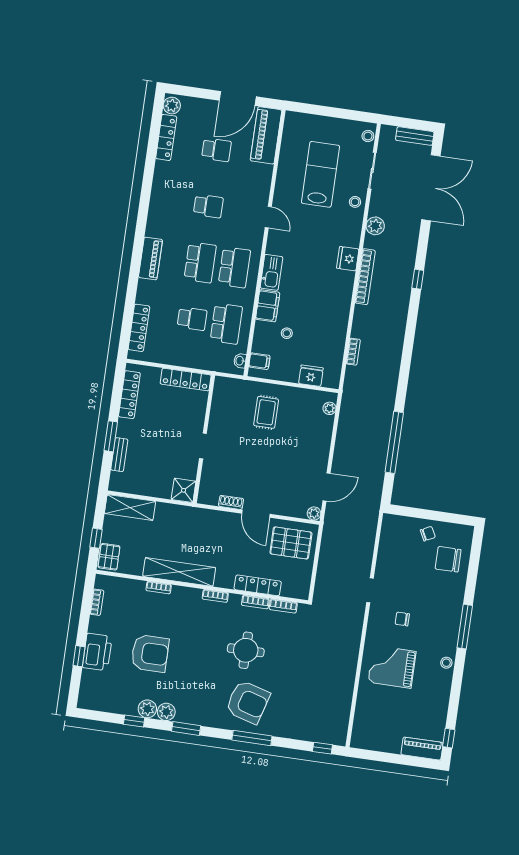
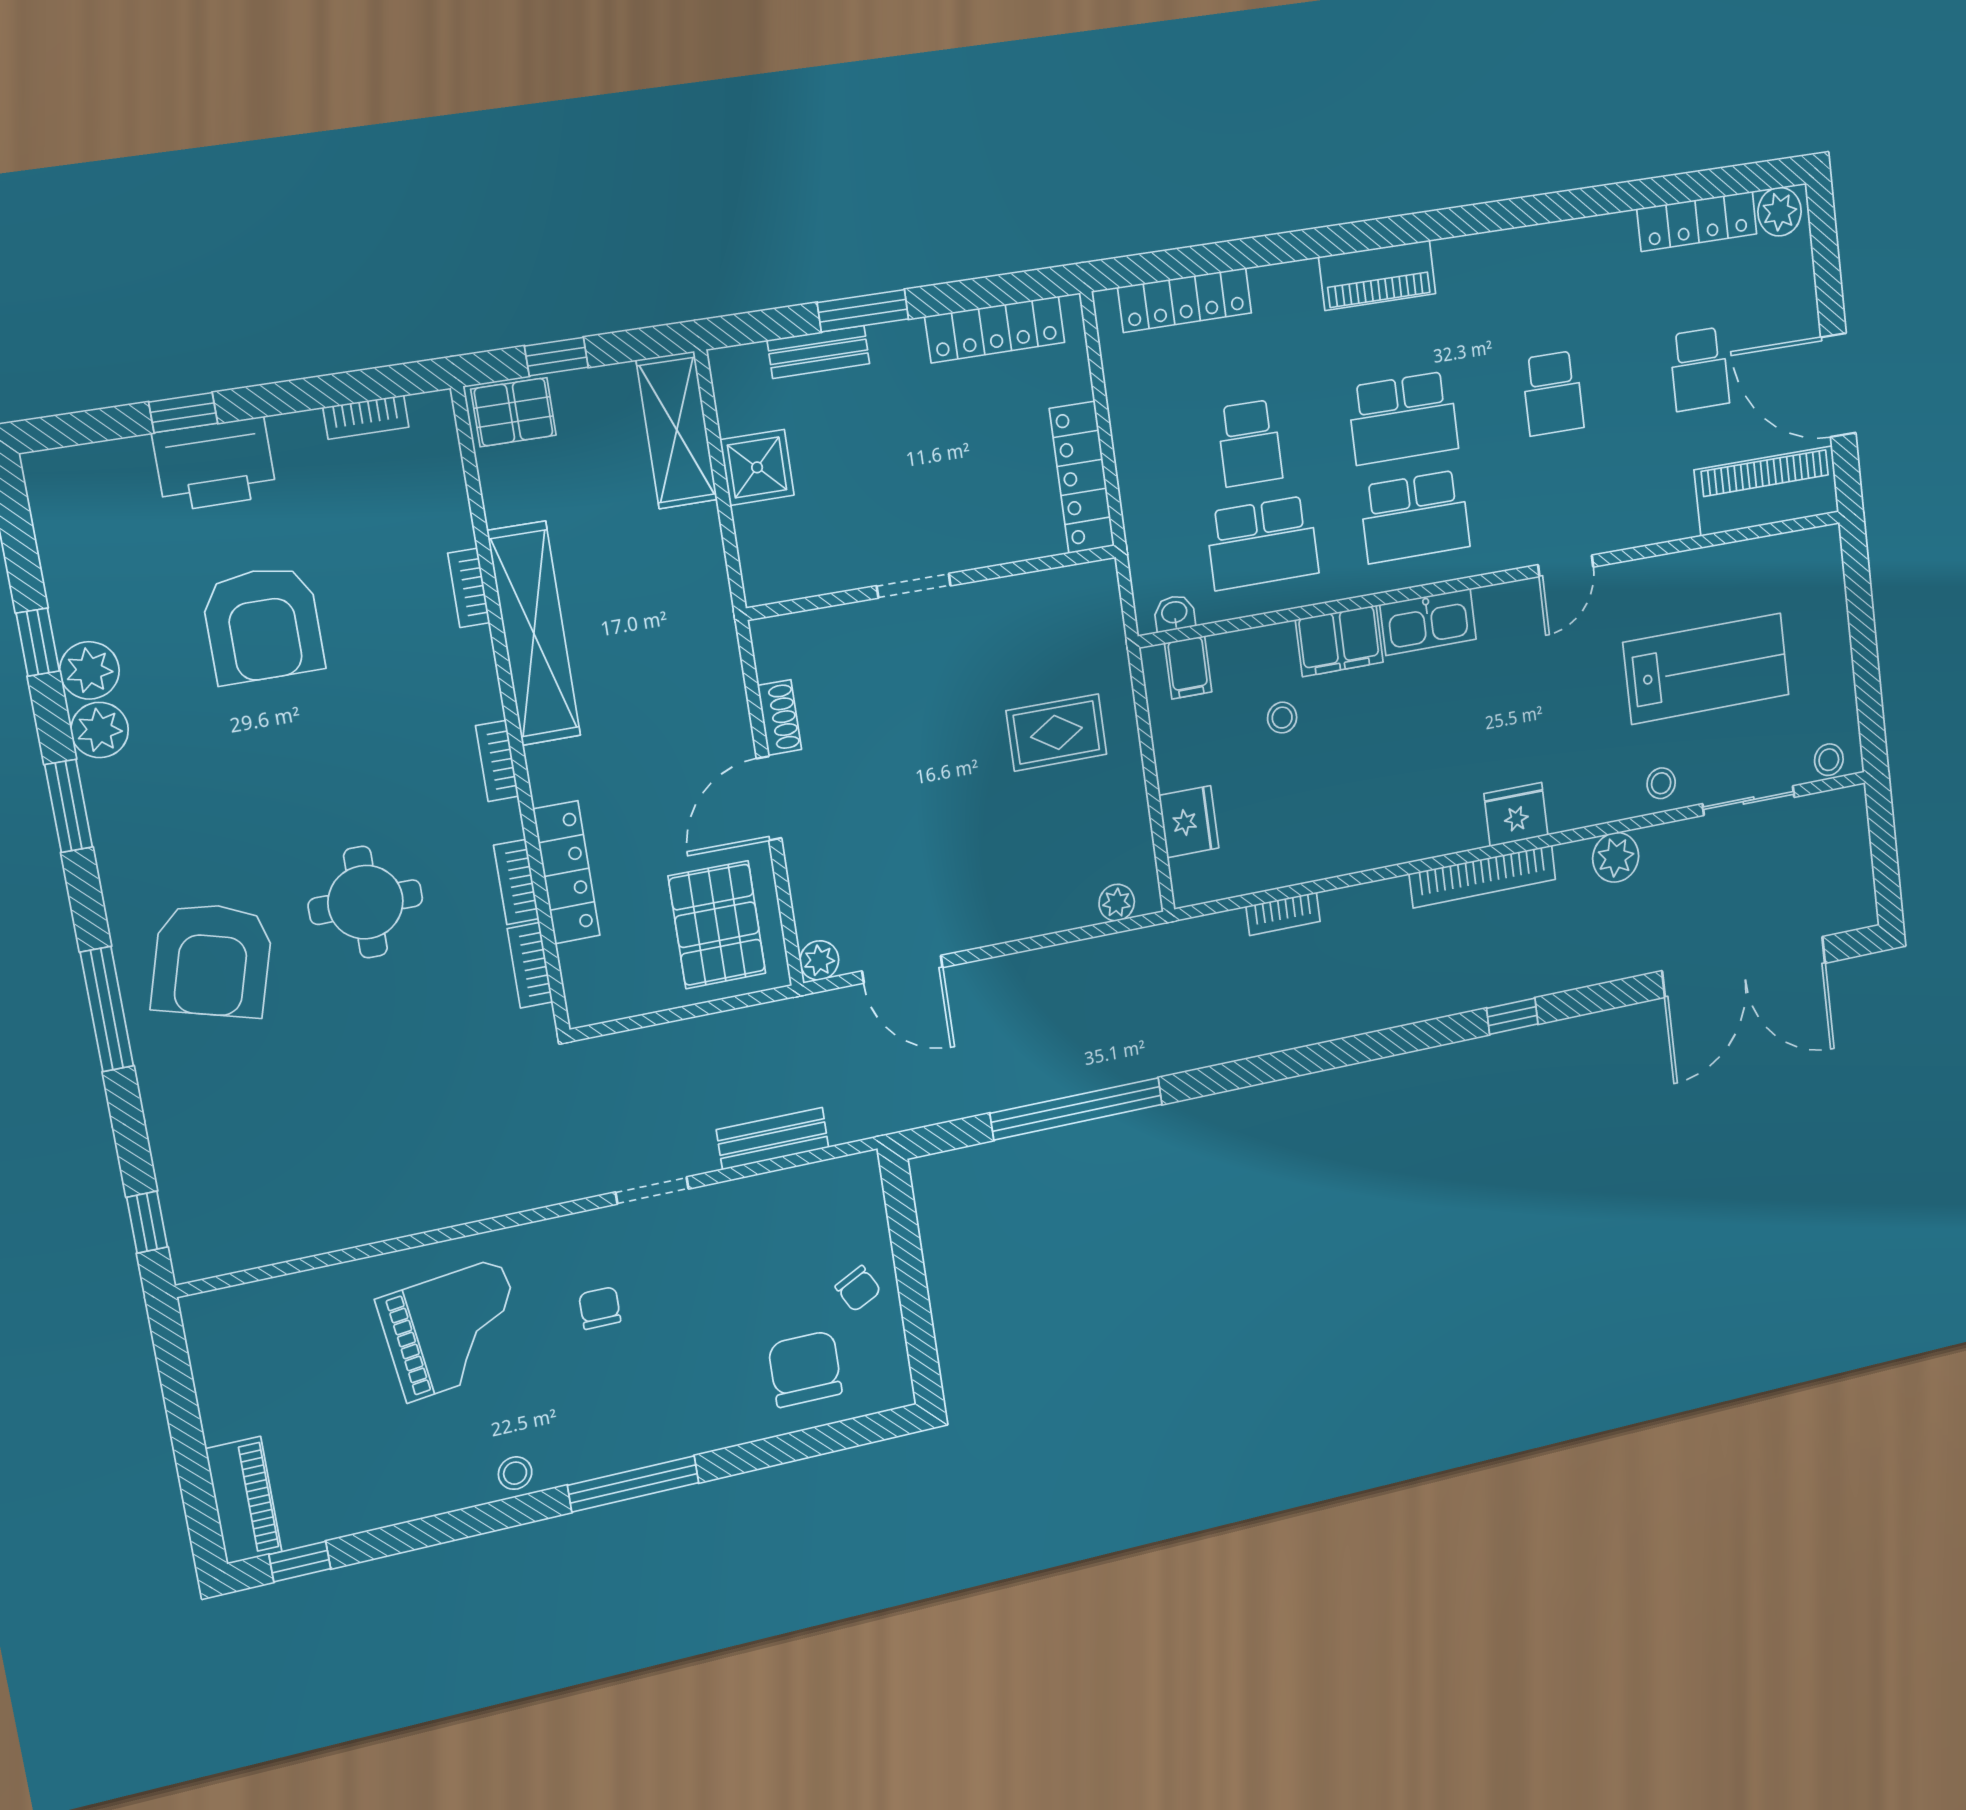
bench: (415, 136) -> (773, 1139), moved, turned 90
shower: (184, 490) -> (757, 467), moved
grand piano: (392, 667) -> (454, 1330), turned 83

